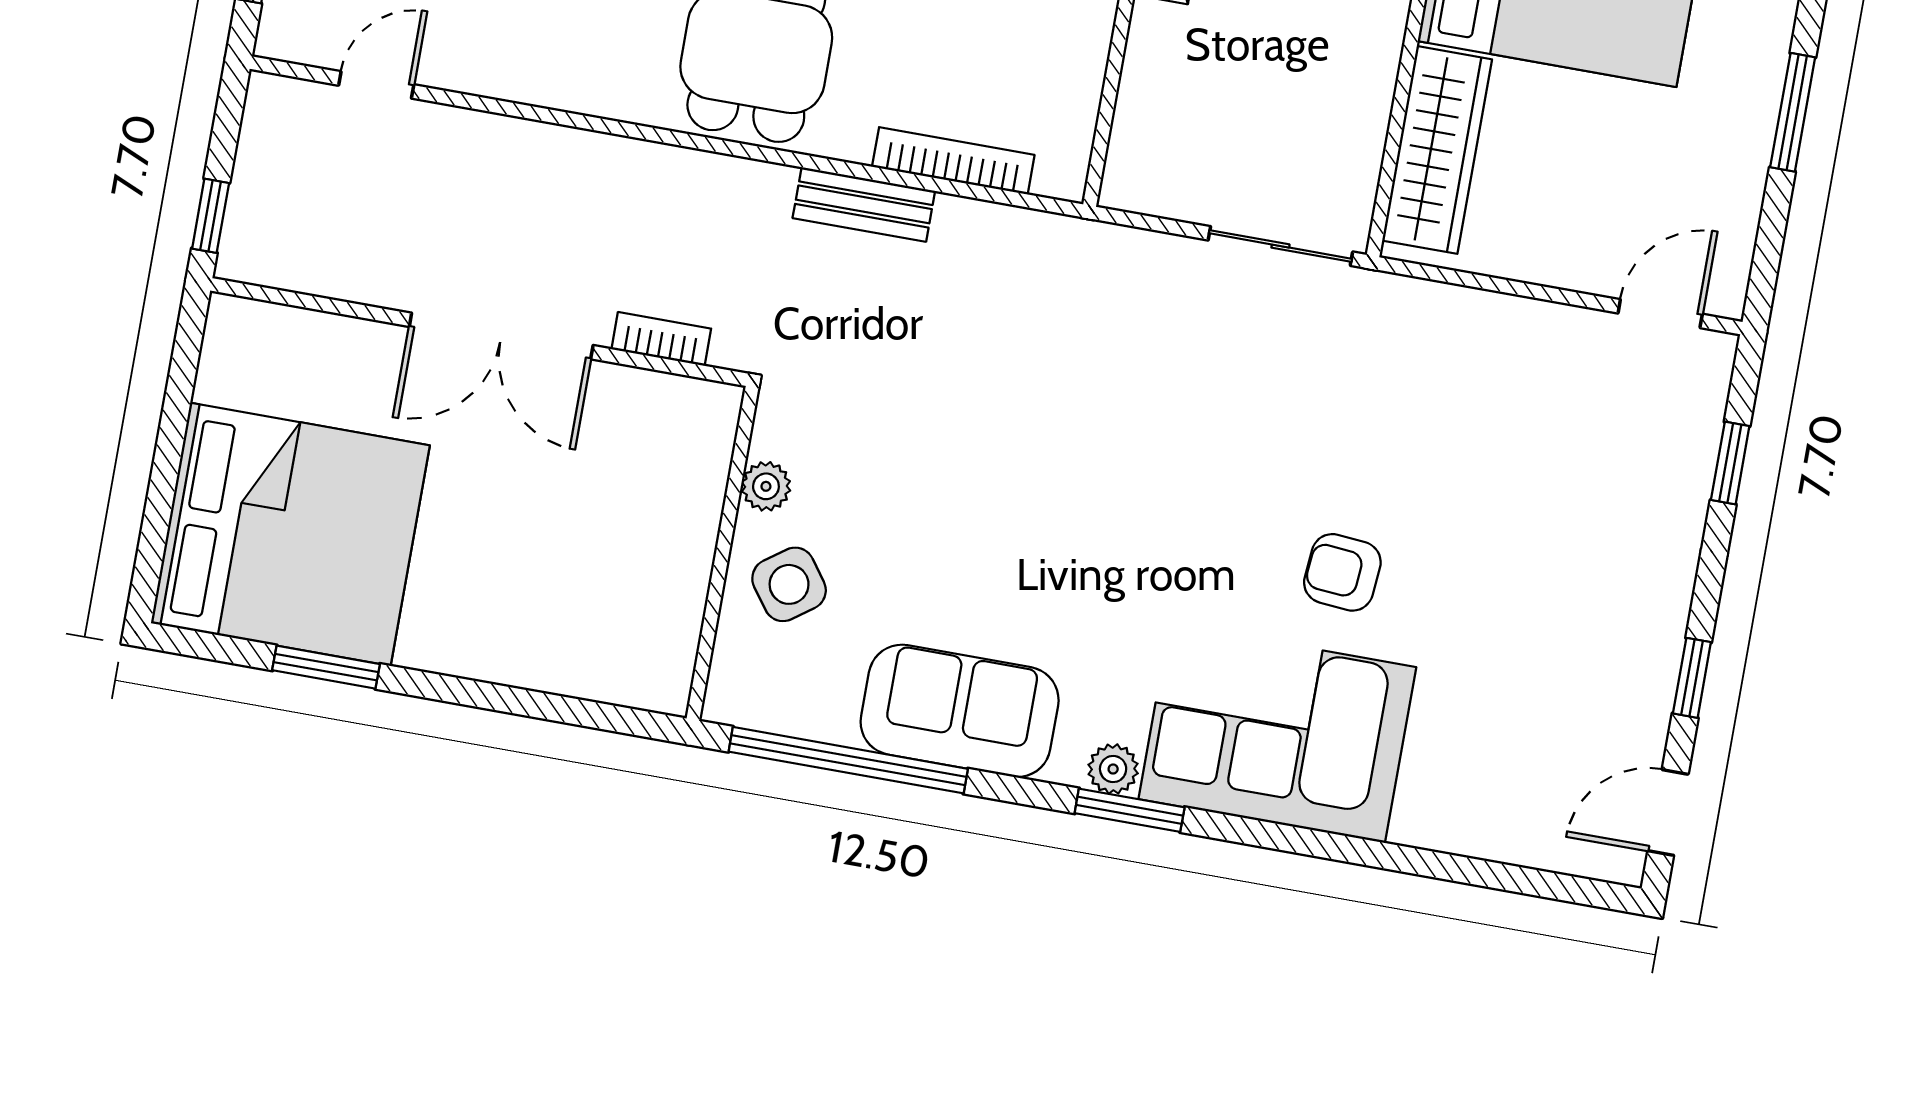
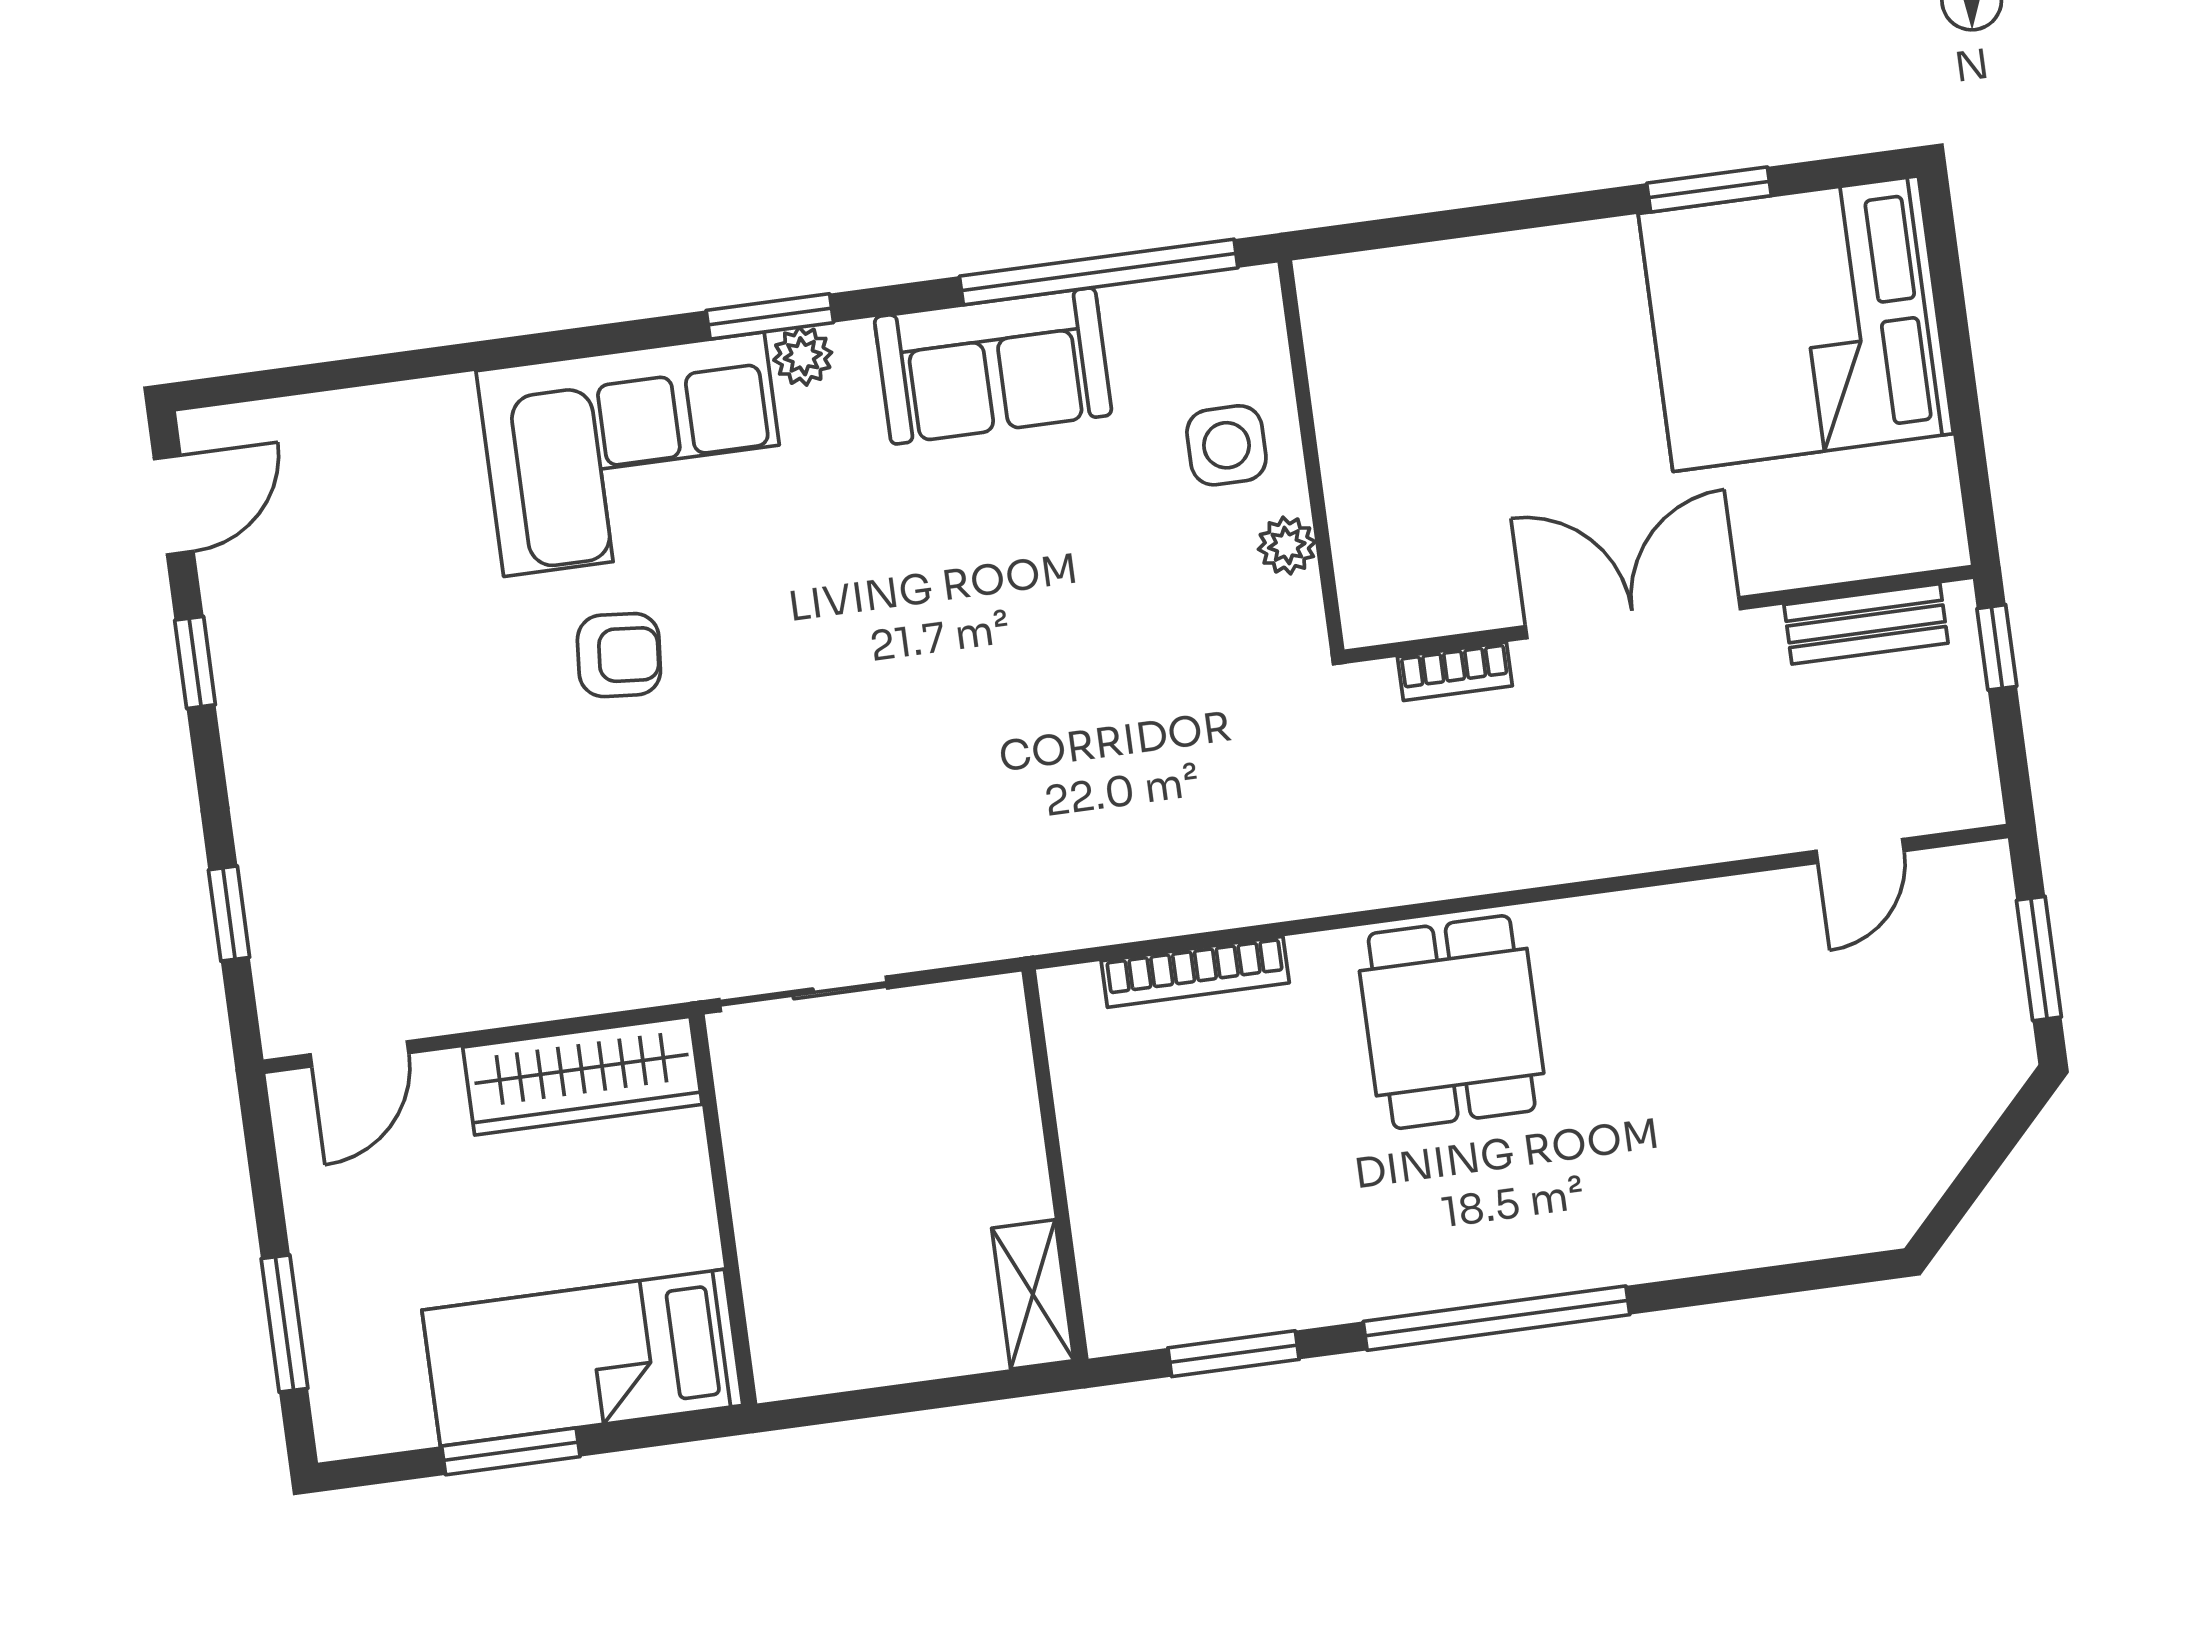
wardrobe: (1437, 150) -> (582, 1076), moved, turned -90
bench: (864, 204) -> (1866, 624), moved
side table: (789, 584) -> (1226, 445), turned 36

